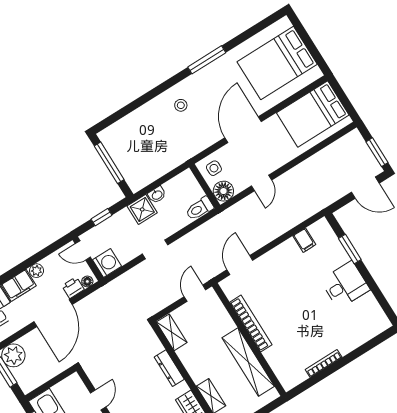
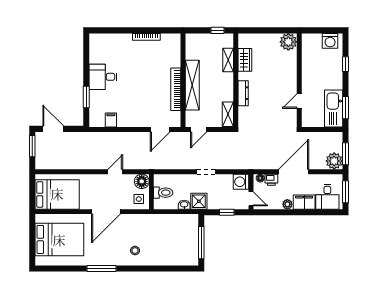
toilet: (200, 208) -> (163, 193), moved
shelving: (248, 362) -> (192, 85), moved

